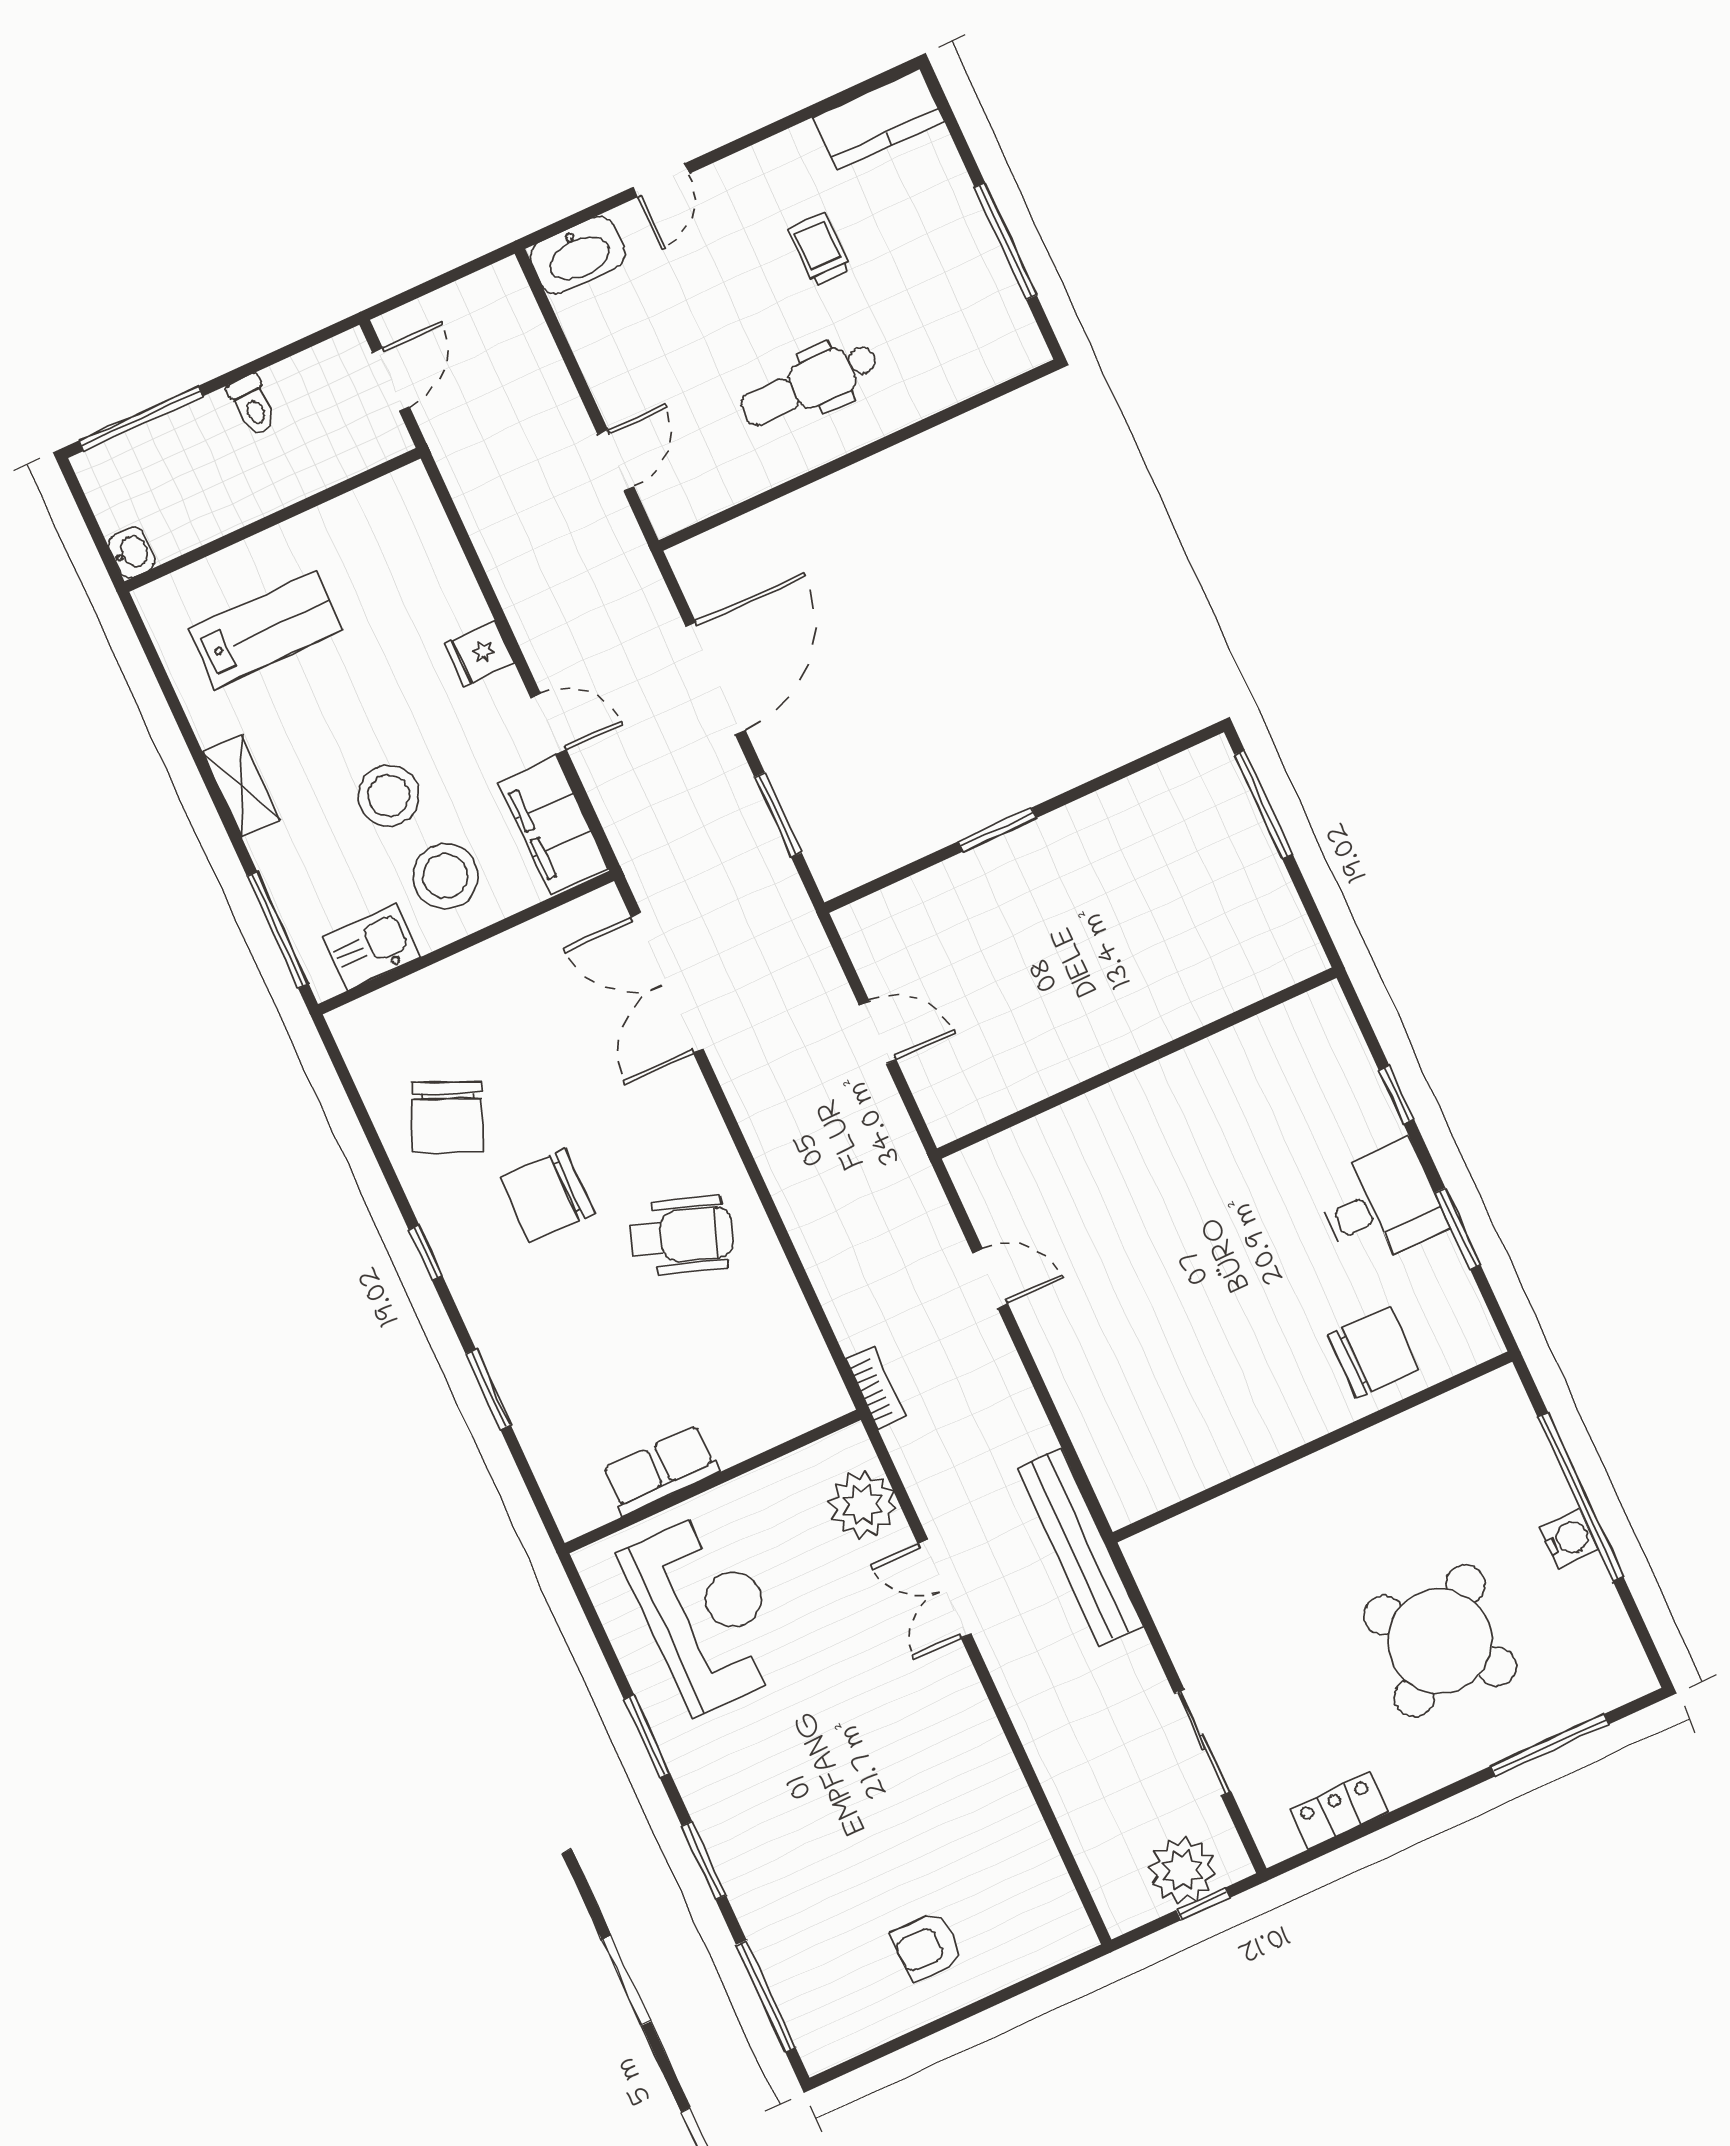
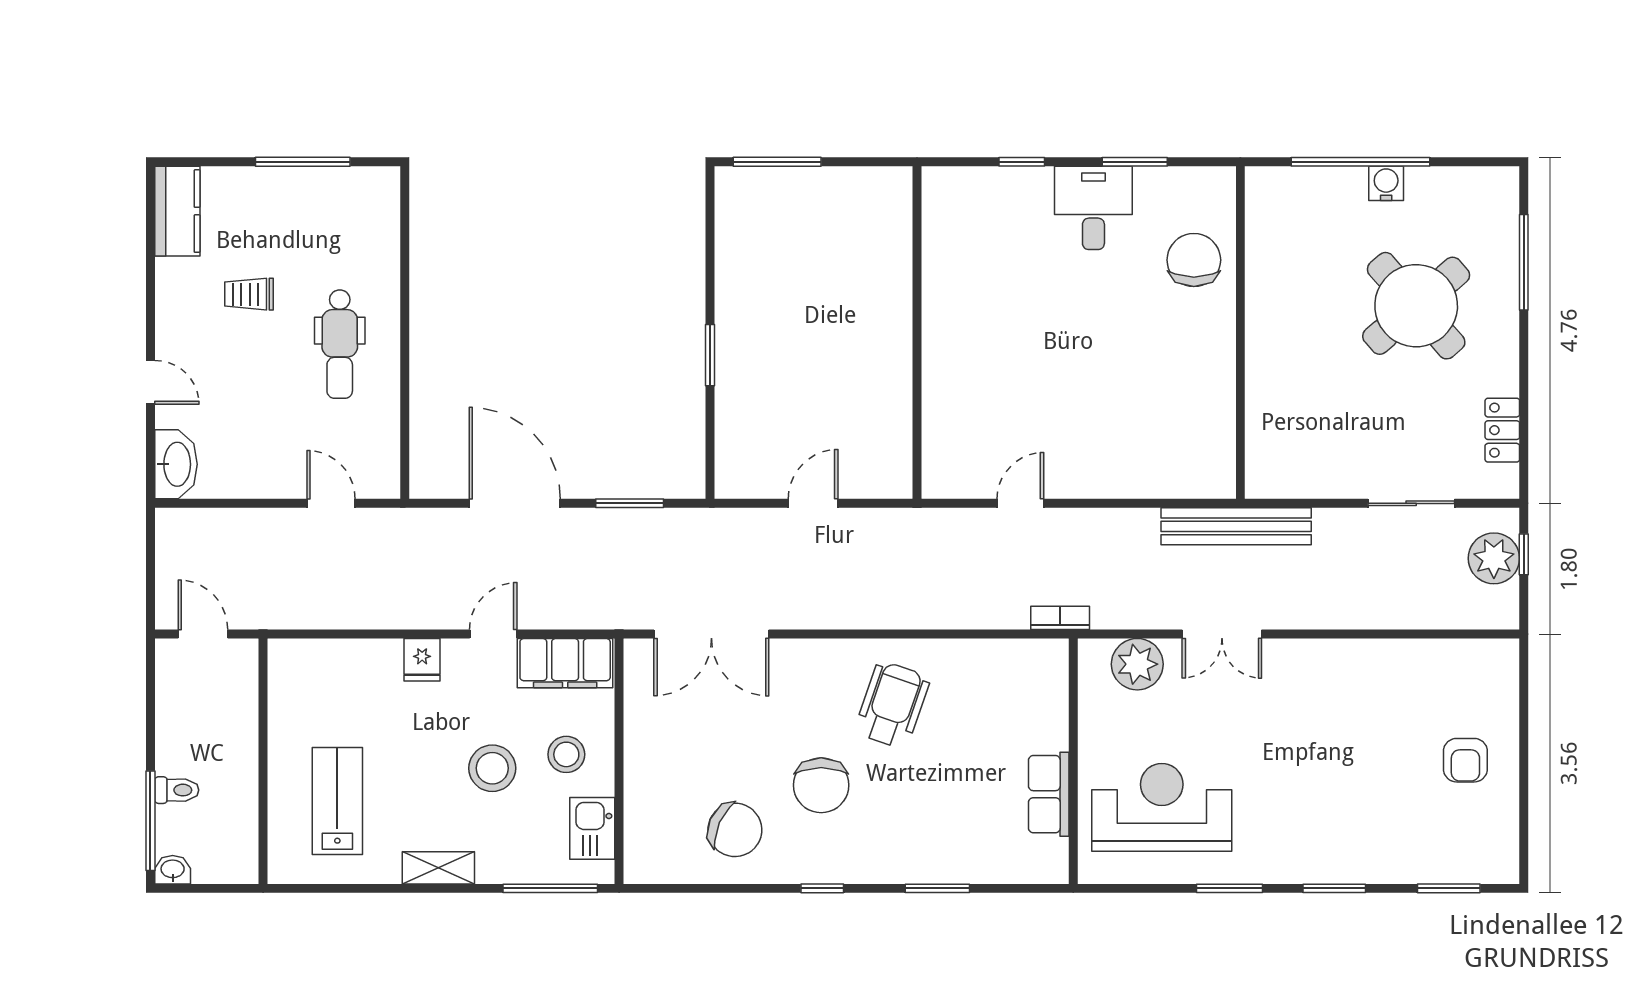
toilet: (252, 405) -> (177, 790), moved
washbasin: (132, 553) -> (173, 870), moved
stool: (445, 876) -> (566, 754), width x0.73, depth x0.73
window: (766, 1996) -> (1449, 888), width x0.69

